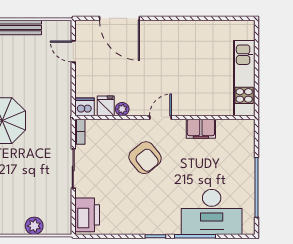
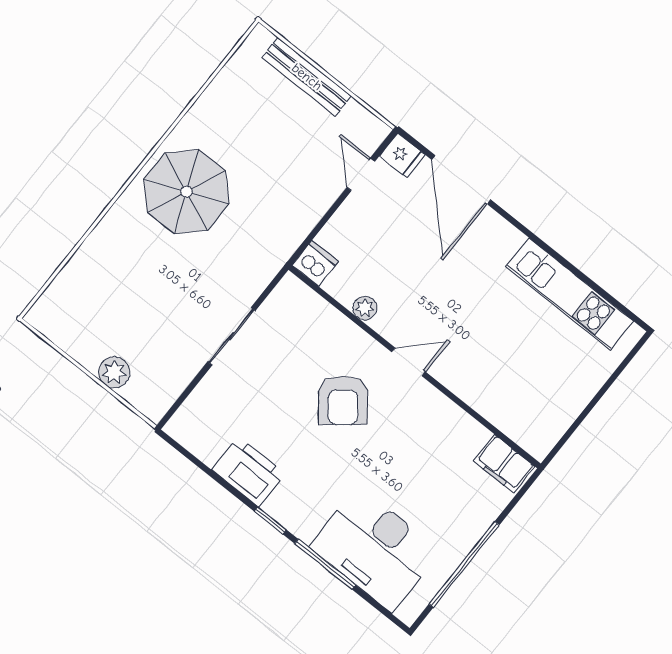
kitchen unit: (244, 78) -> (570, 294), moved, turned -90
fridge: (106, 106) -> (402, 155), moved, turned 90
filing cabinet: (201, 129) -> (504, 464), moved
bookcase: (80, 132) -> (281, 293), removed
printer: (87, 215) -> (249, 472), moved, turned -90

